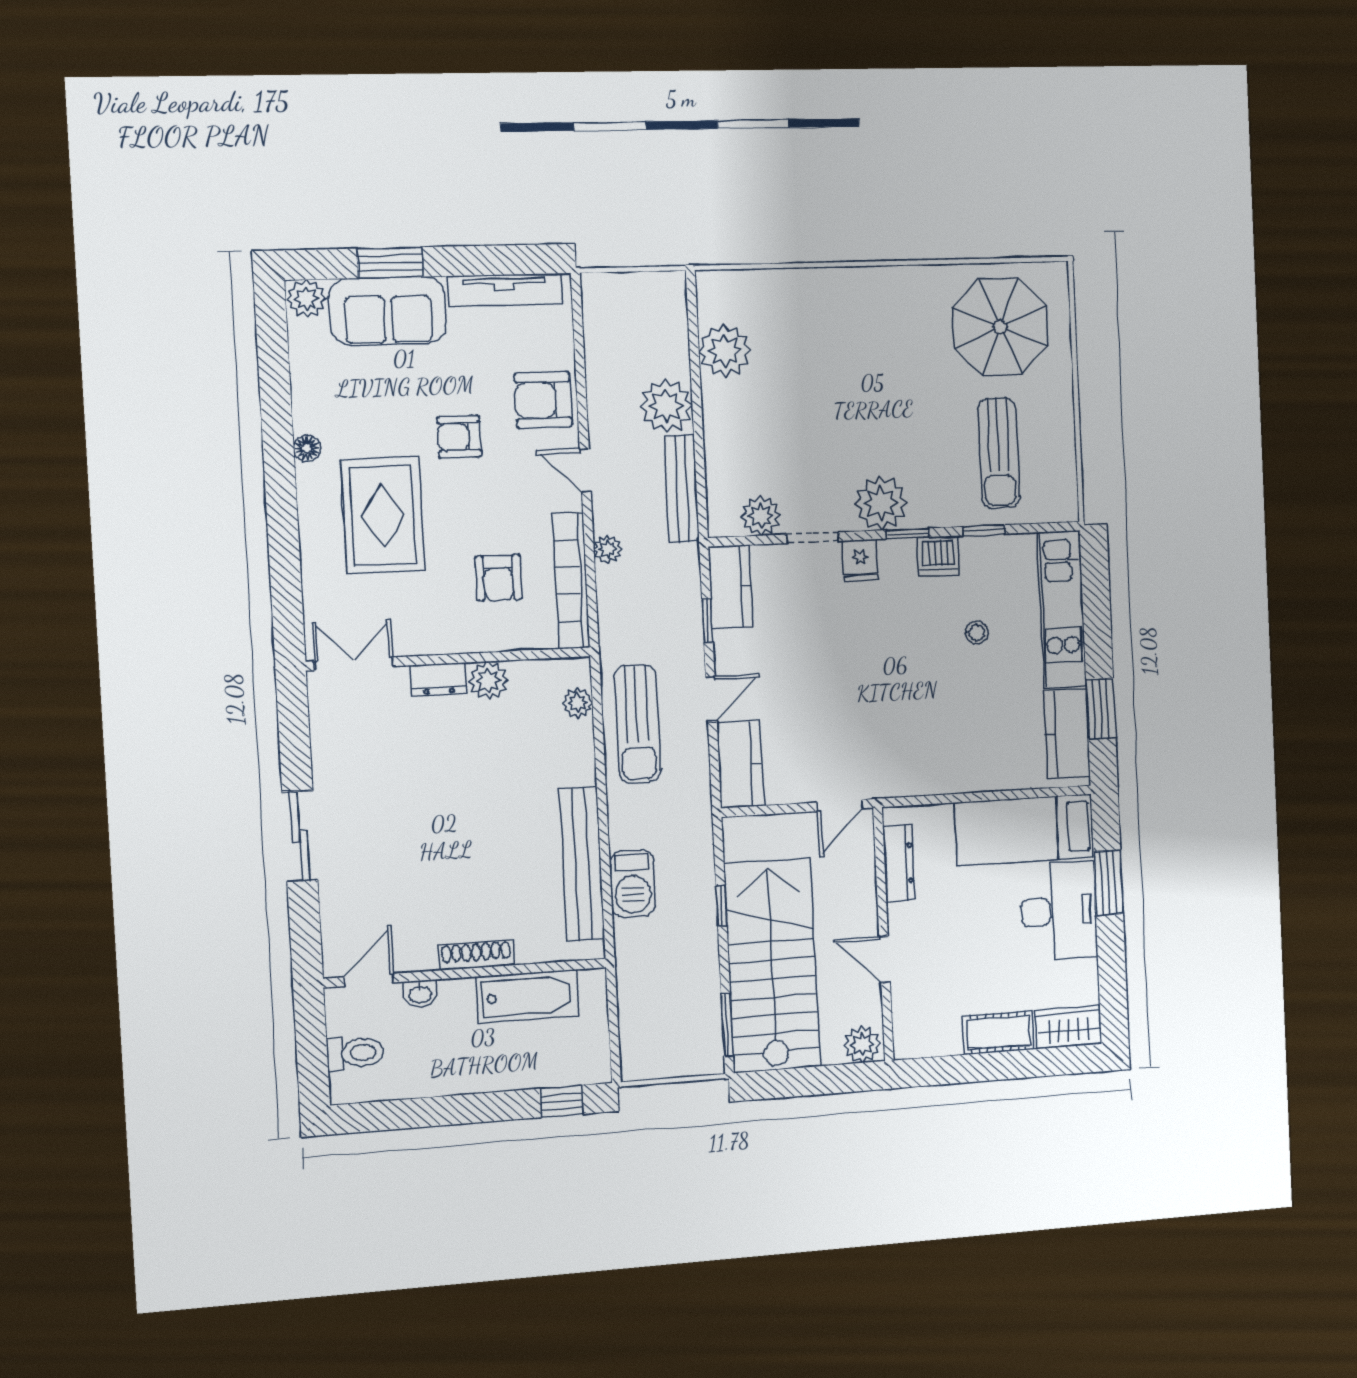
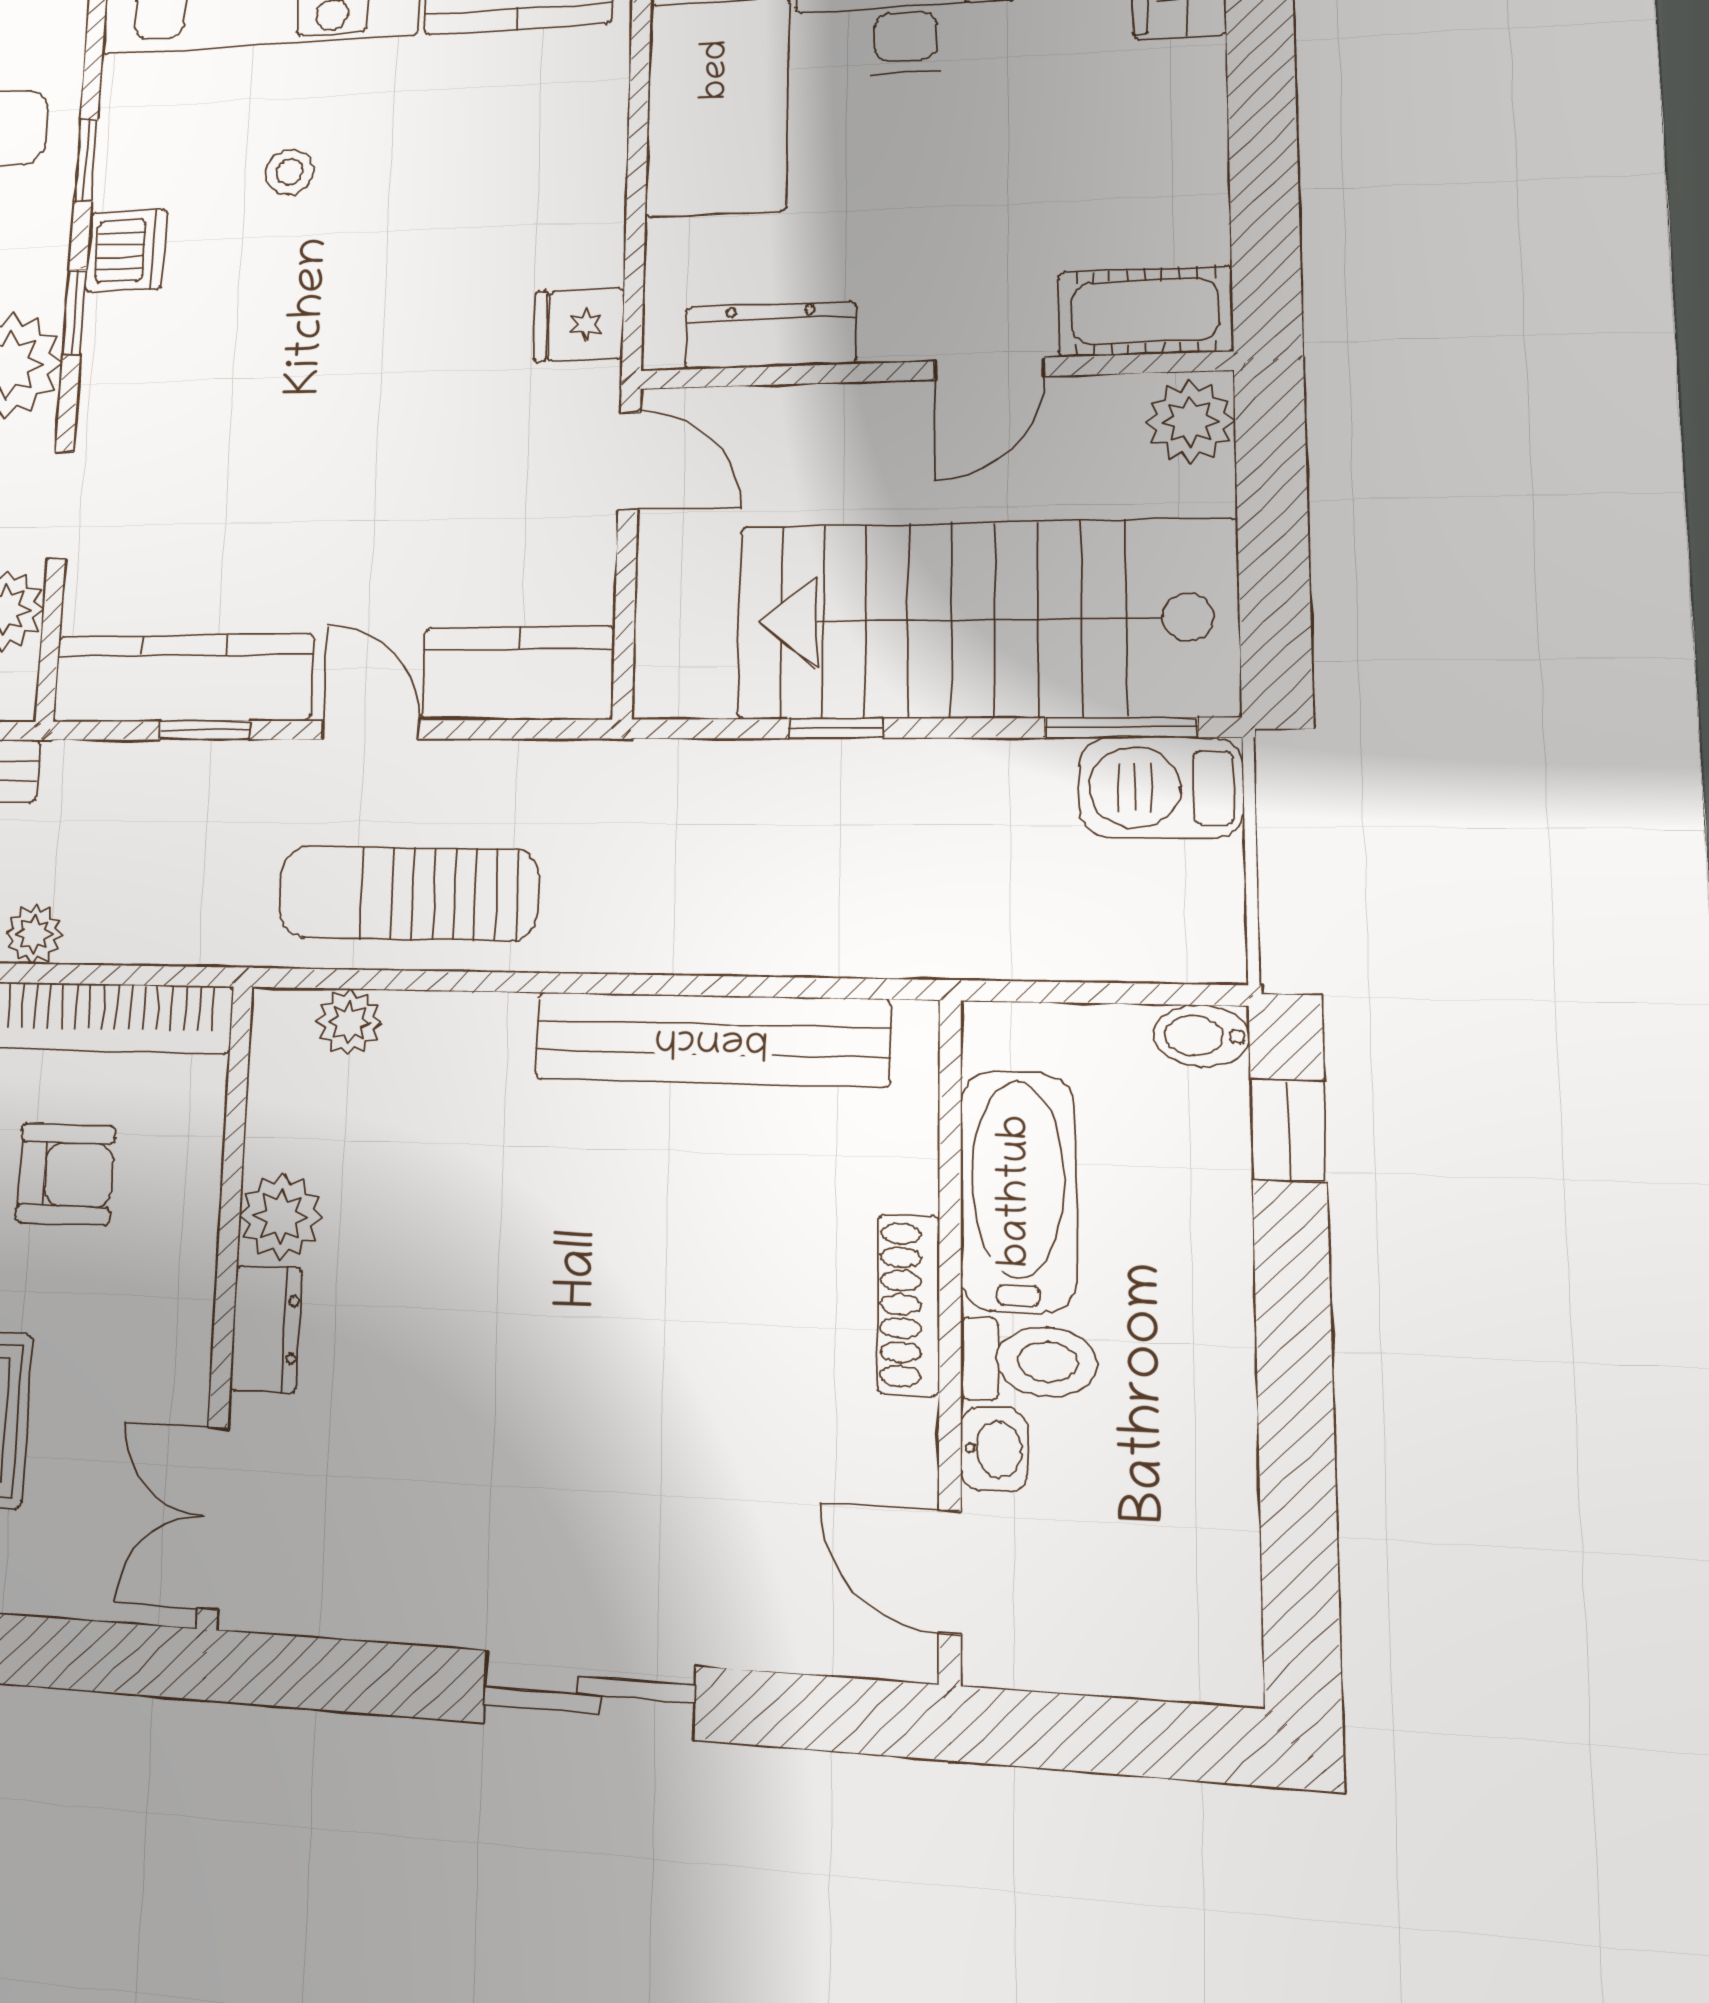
fridge: (860, 560) -> (579, 325), moved, turned 180
kitchen counter: (731, 587) -> (183, 678), width x1.50
sun lounger: (637, 724) -> (408, 893), turned 180
barbecue: (633, 884) -> (1161, 788), moved, turned 180
cot: (998, 1033) -> (1145, 311), moved, turned 90
toilet: (355, 1053) -> (1029, 1361), moved, turned 90
bidet: (598, 1065) -> (1201, 1036), added

